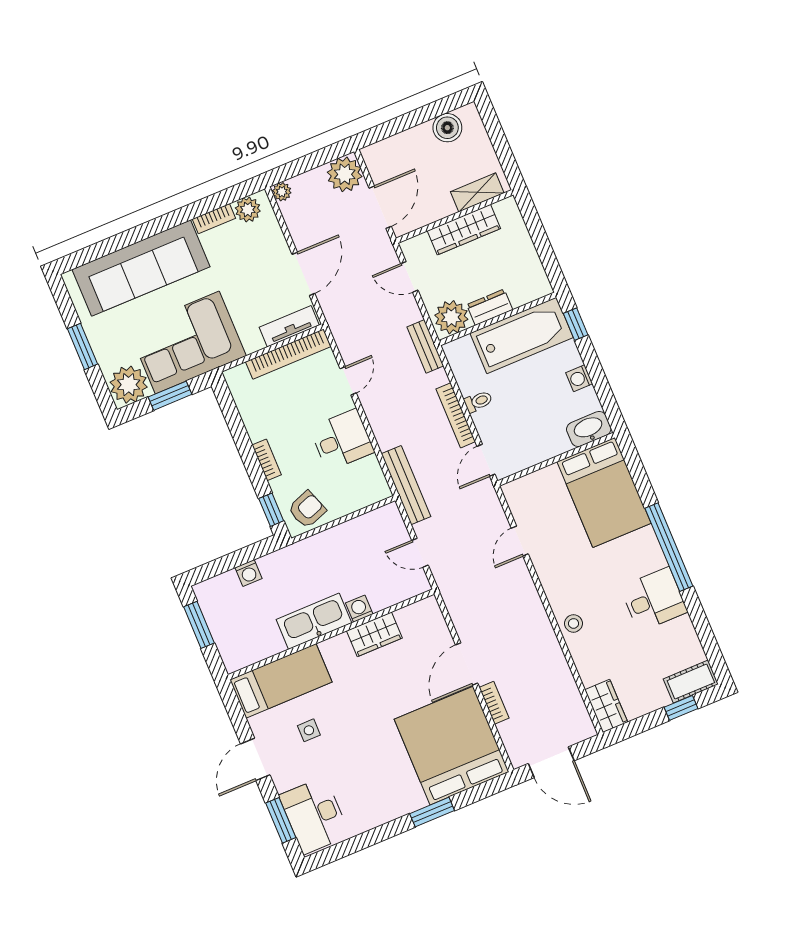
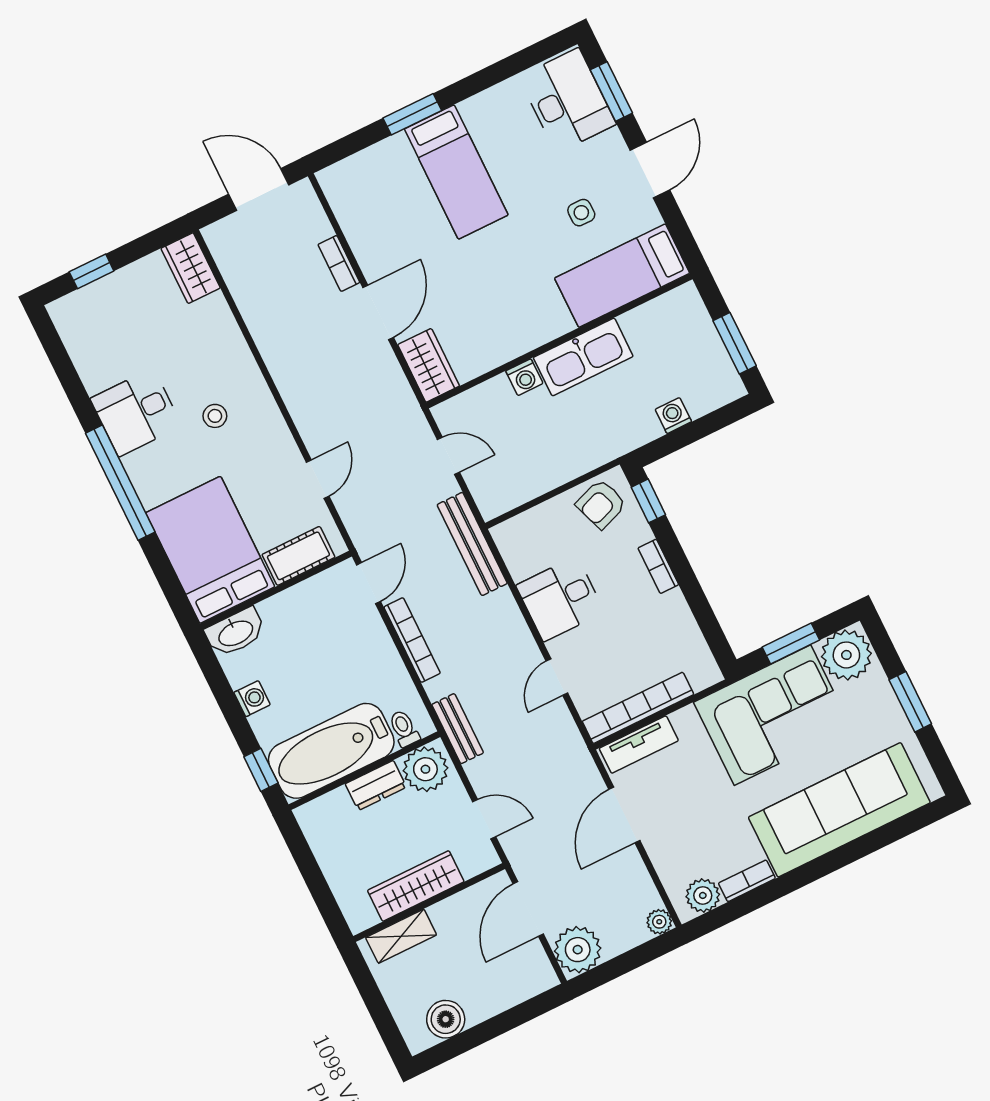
toilet: (478, 401) -> (404, 728), moved, turned 90
stool: (573, 623) -> (215, 416), moved
wardrobe: (374, 634) -> (429, 365), moved, turned 90
cot: (691, 682) -> (298, 556), moved
bed: (452, 746) -> (456, 172), moved, width x0.49

